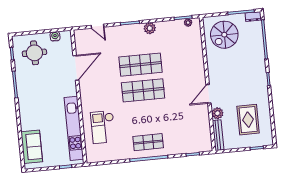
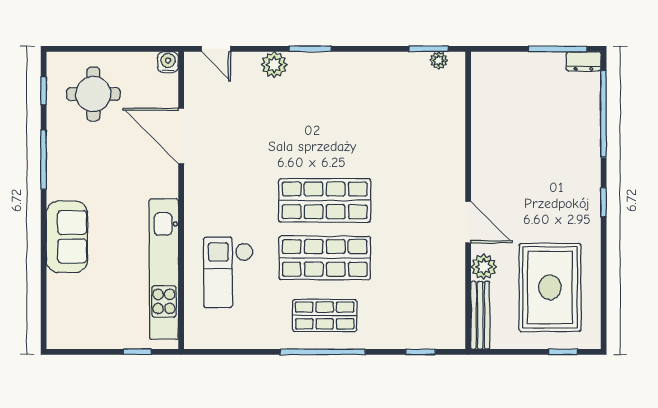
door: (98, 26) -> (216, 49), moved
plant: (150, 28) -> (274, 65), moved
spiral stairs: (224, 35) -> (516, 95), removed
water cooler: (55, 36) -> (168, 62), moved
shop shelf: (141, 65) -> (325, 258), moved
door: (76, 68) -> (181, 136), swing flipped
door: (208, 94) -> (468, 222), swing flipped
rug: (248, 120) -> (550, 287), width x1.37, depth x1.44
sofa: (32, 147) -> (67, 237), moved

